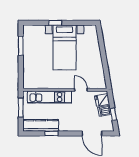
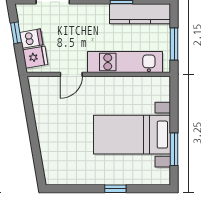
bed with nightstands: (65, 47) -> (132, 135), moved, turned -90
door: (81, 90) -> (71, 74), hinge flipped

